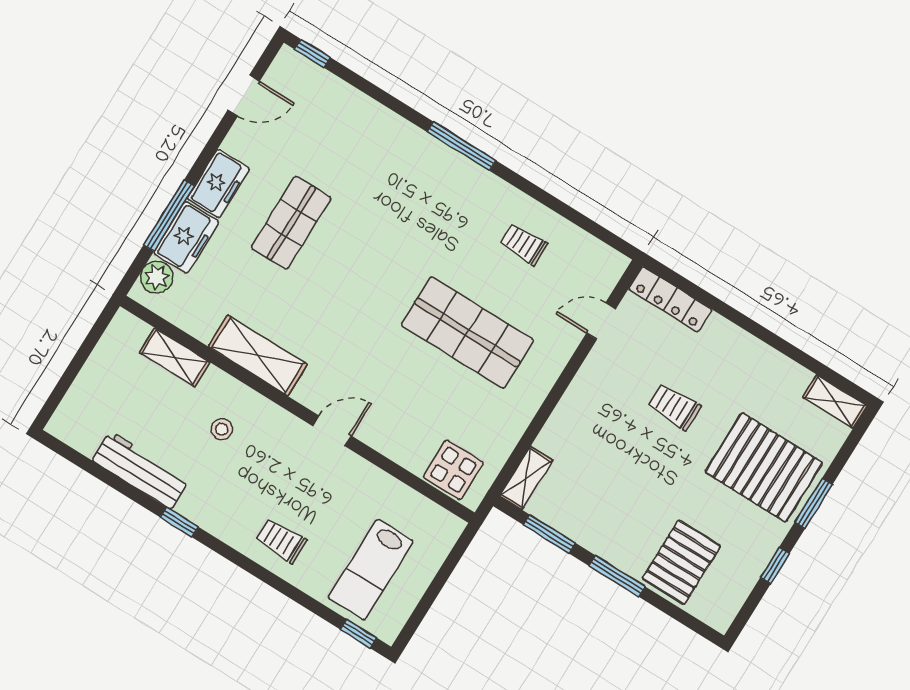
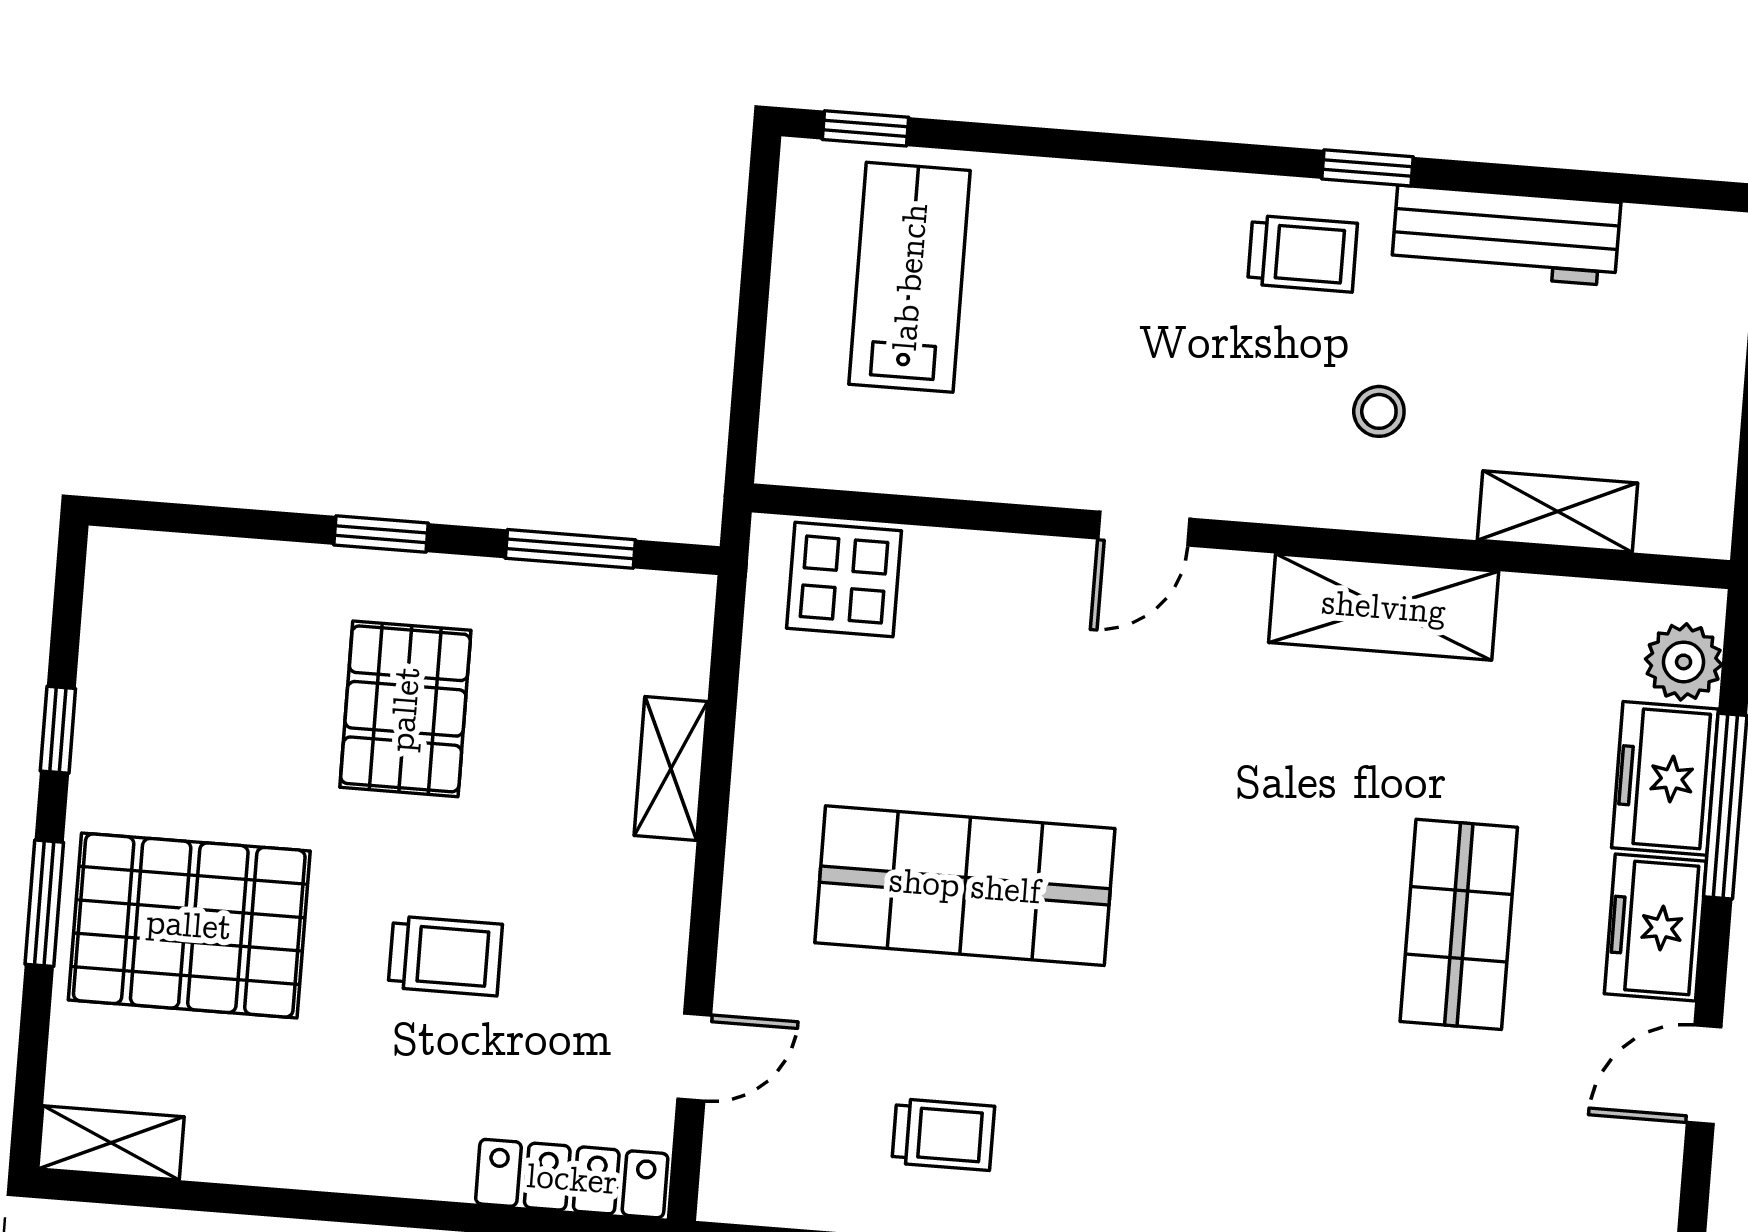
door: (244, 96) -> (1704, 1075), moved
shelving: (526, 478) -> (671, 769), moved
trolley: (281, 541) -> (1303, 254), moved
pallet: (681, 562) -> (405, 709), moved
window: (617, 576) -> (381, 534), width x0.67

